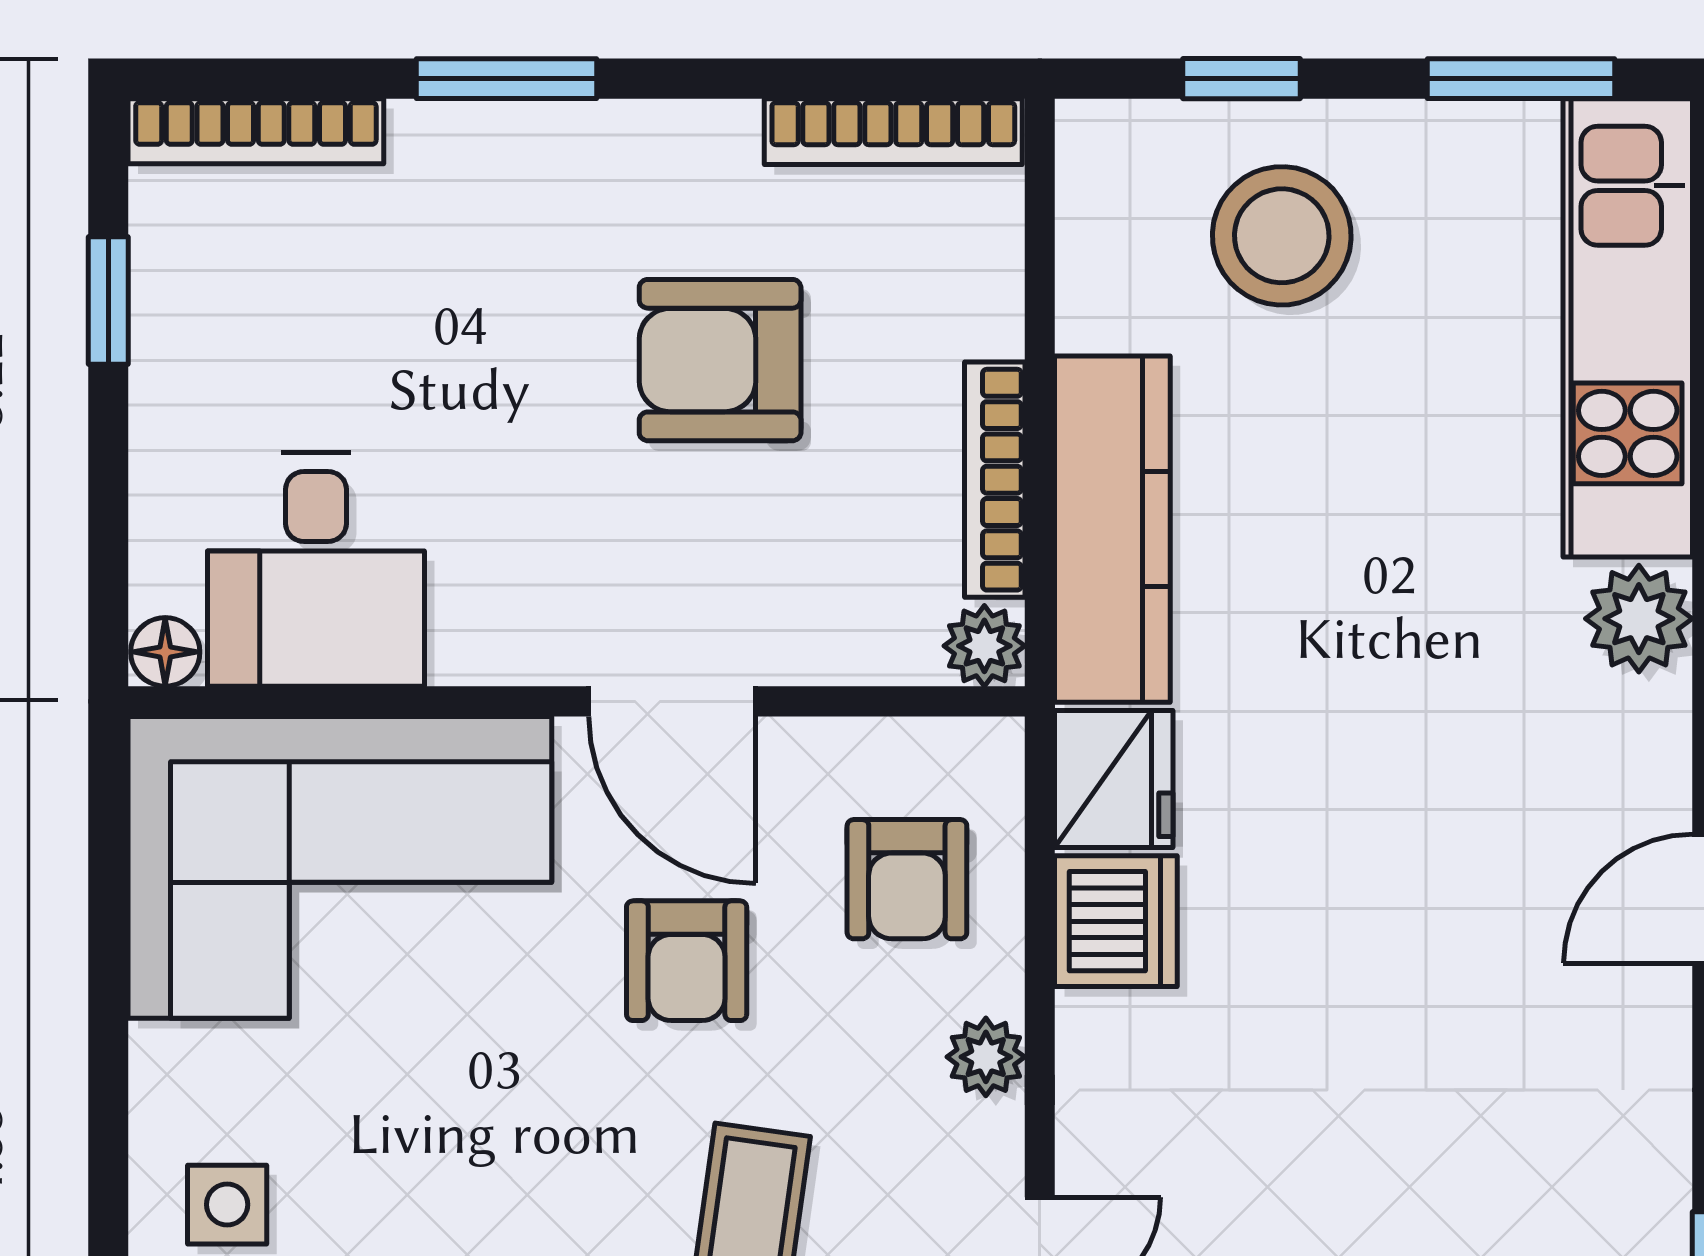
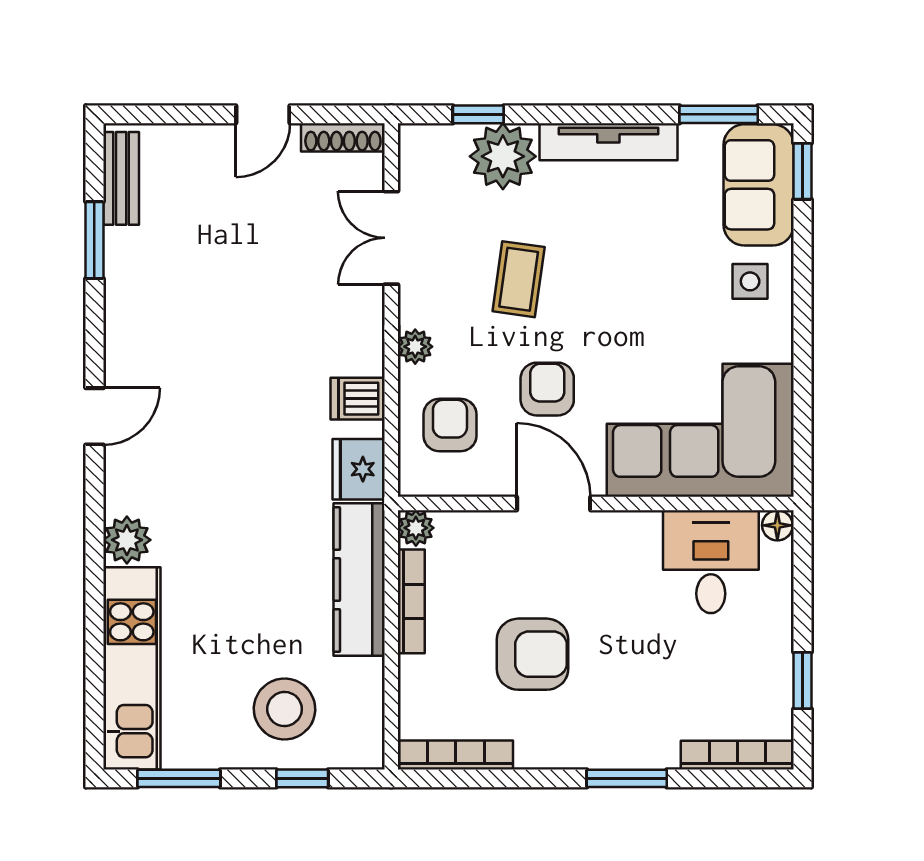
dishwasher: (1116, 921) -> (358, 399), width x0.73

